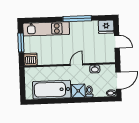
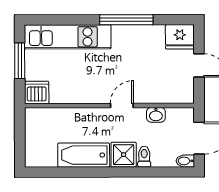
bathtub: (52, 90) -> (84, 155), width x0.73, depth x0.73

